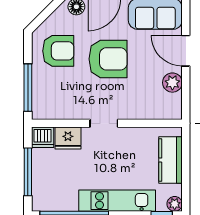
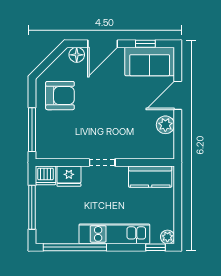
door: (186, 51) -> (178, 95), hinge flipped
armchair: (108, 59) -> (106, 103), removed
kitchen counter: (170, 160) -> (150, 177), moved, turned -90

